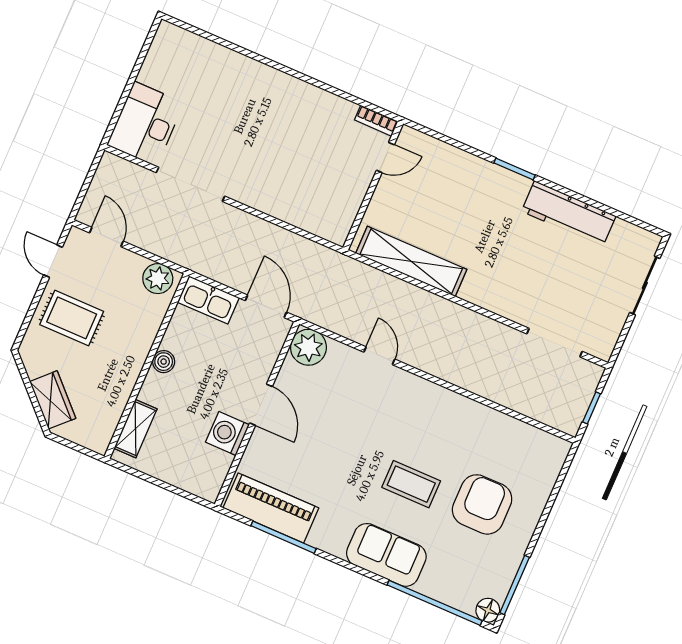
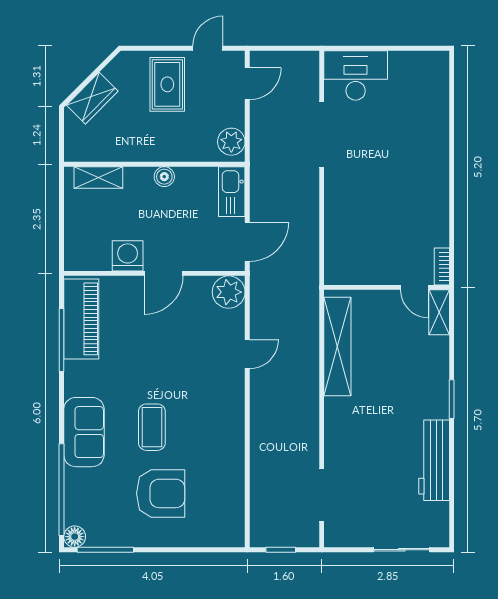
shelving: (421, 144) -> (439, 312), added

